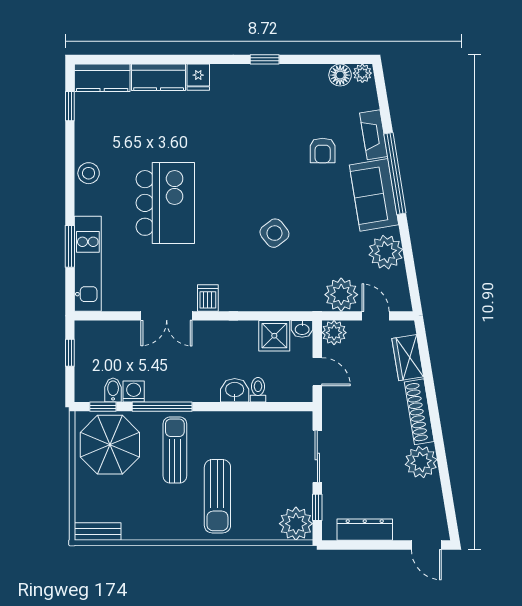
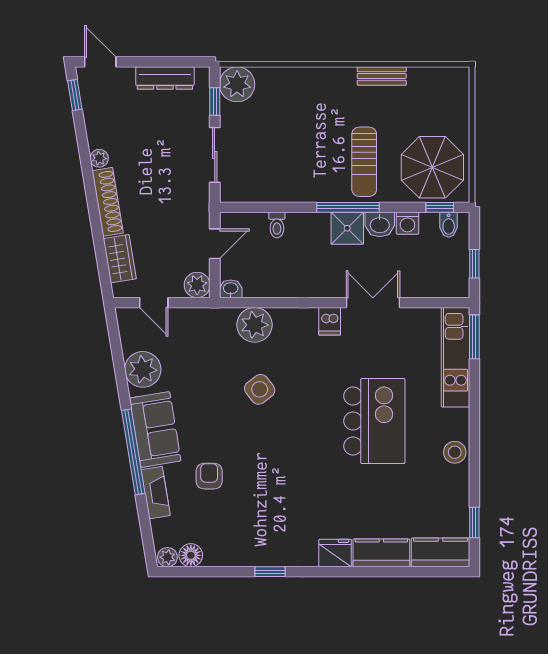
fridge: (198, 77) -> (335, 553), width x1.38
kitchen island: (165, 203) -> (374, 421), turned 180
window: (70, 246) -> (474, 337), moved
plant: (341, 295) -> (255, 325), moved
shower: (274, 336) -> (347, 228), moved
door: (317, 372) -> (215, 244), swing flipped
bidet: (113, 390) -> (449, 225), moved
washbasin: (235, 390) -> (380, 224), moved
window: (162, 407) -> (348, 207), moved
plant: (421, 462) -> (99, 158), width x0.53, depth x0.53
sun lounger: (217, 496) -> (320, 113), removed
window: (451, 514) -> (75, 95), added
bench: (98, 532) -> (382, 76), moved

